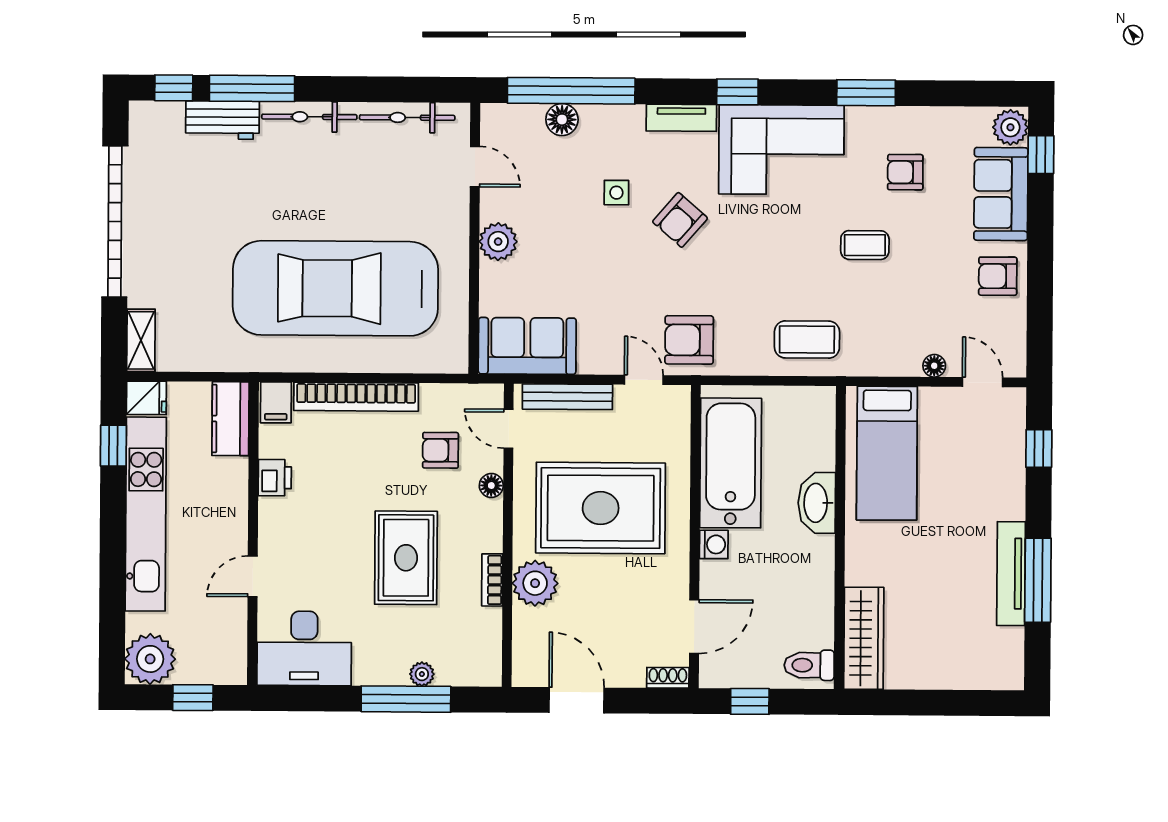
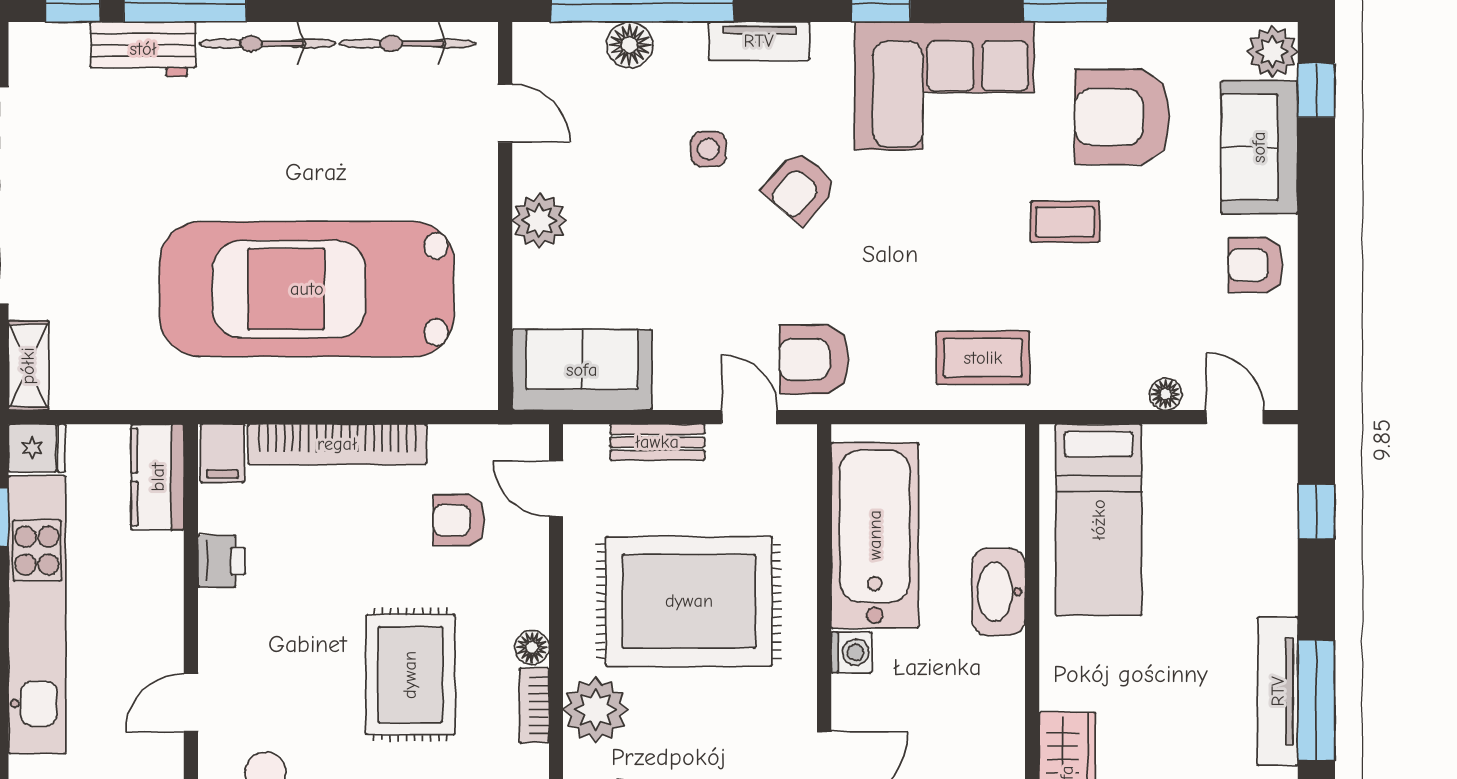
tv unit: (681, 118) -> (759, 41), moved
armchair: (905, 172) -> (1122, 117), width x1.88, depth x1.88
bench: (567, 397) -> (657, 442), width x0.73
floor lamp: (491, 486) -> (532, 647), moved

